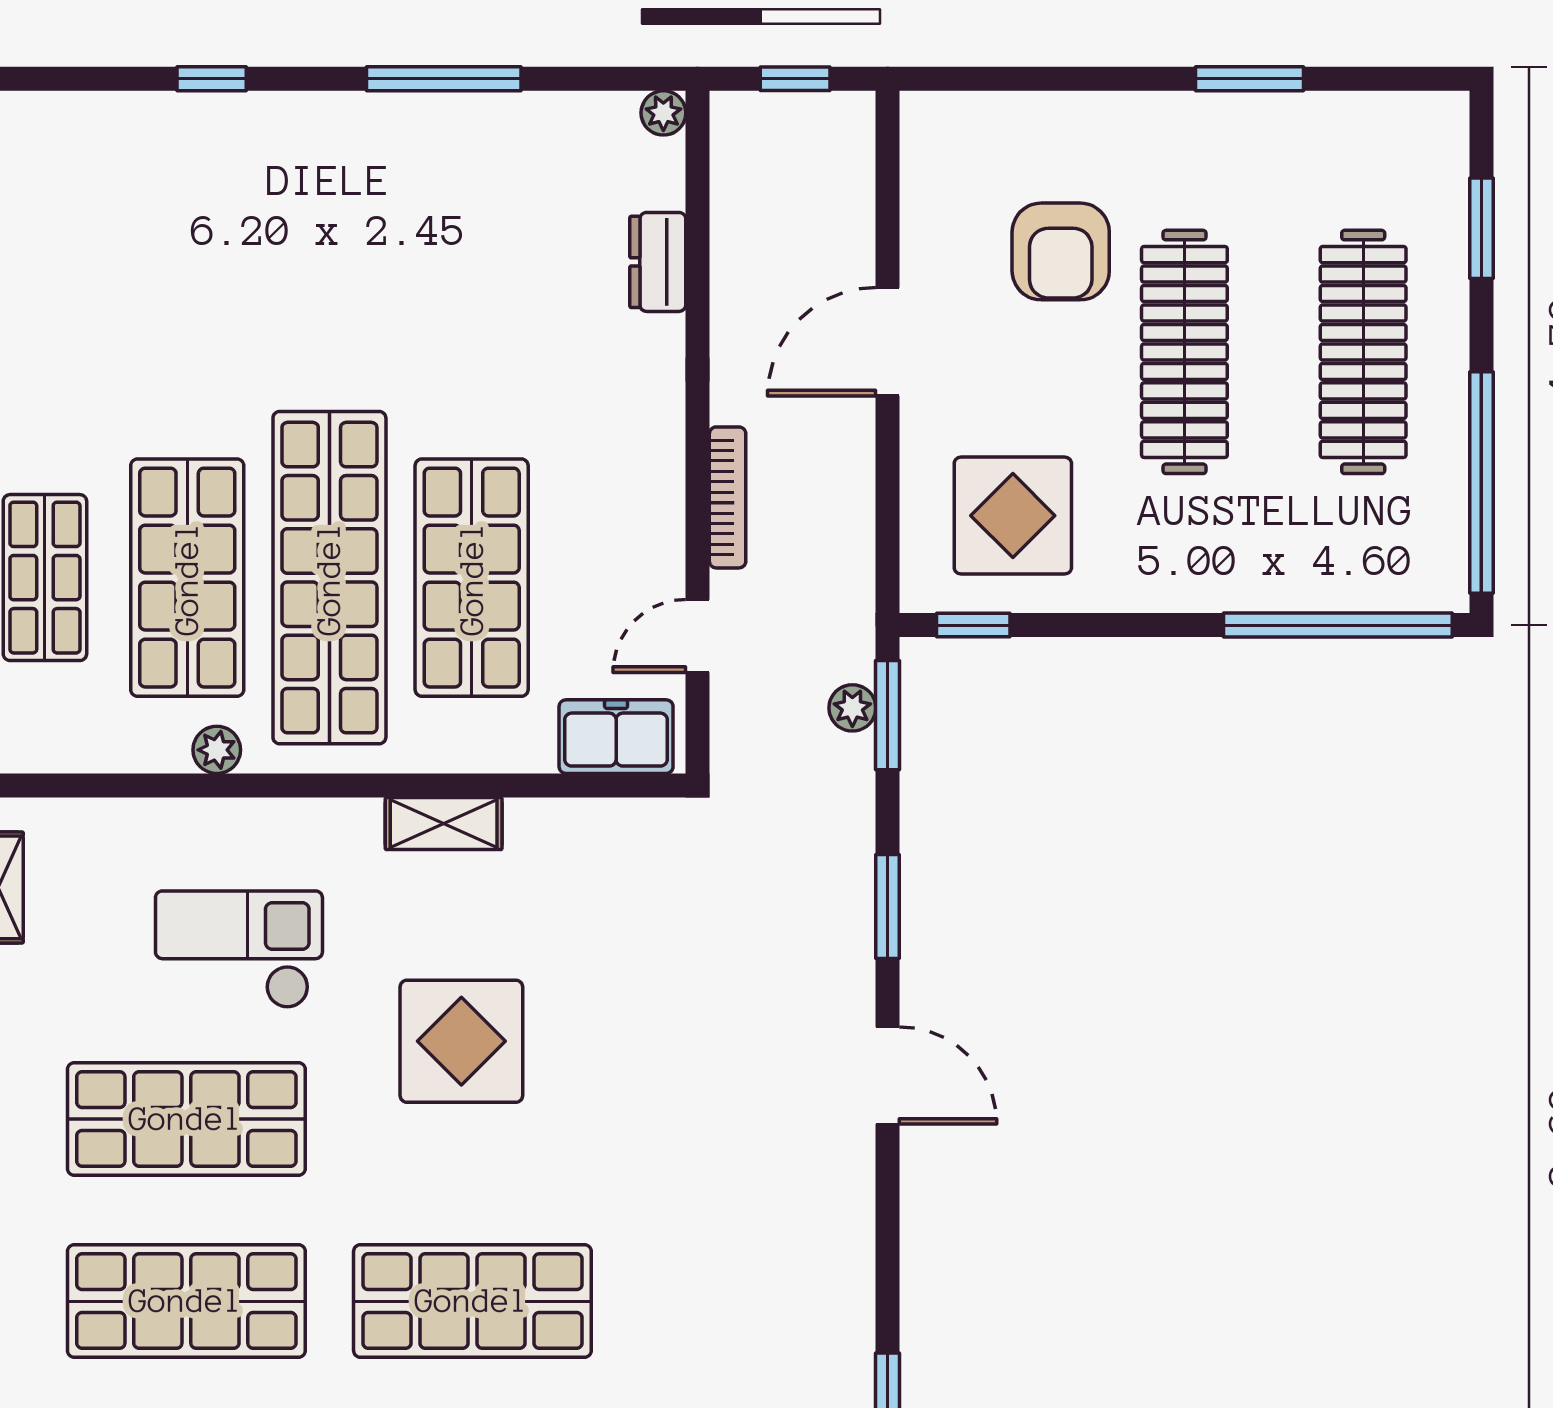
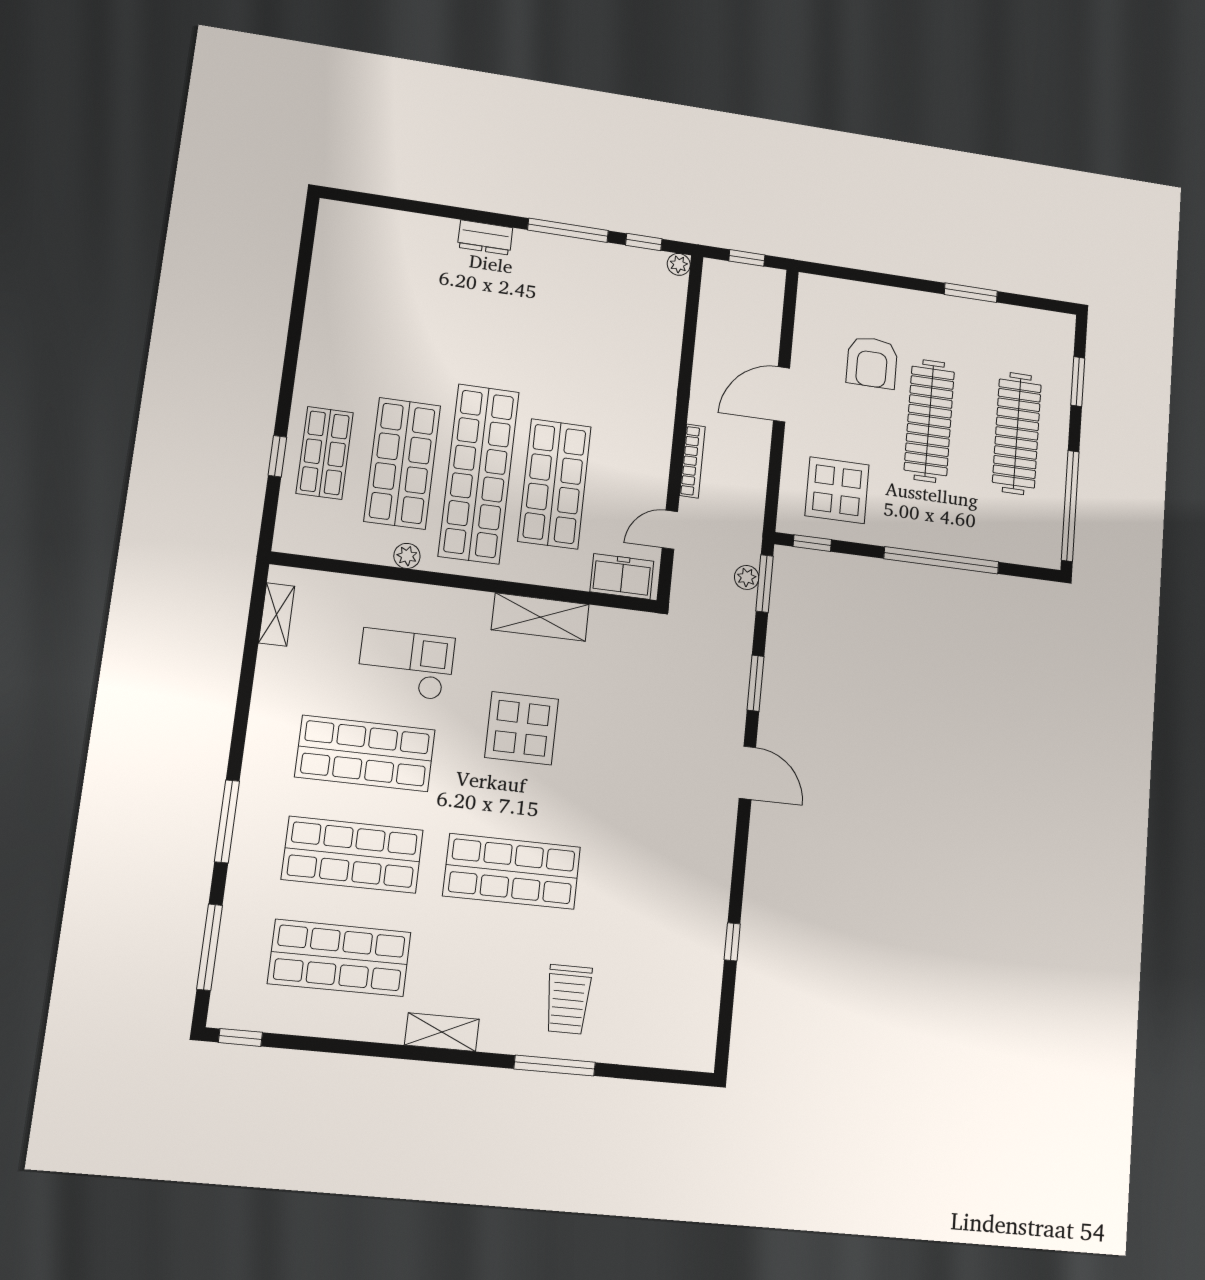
window: (212, 79) -> (644, 242), moved
dresser: (658, 262) -> (485, 238), moved, turned -90
window: (1338, 625) -> (941, 560), moved
shelving: (444, 824) -> (540, 617), width x1.50, depth x1.33

